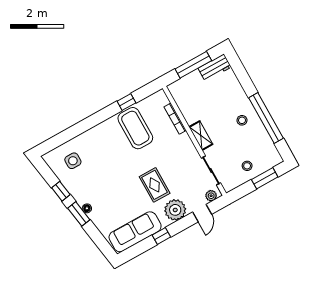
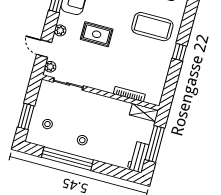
window: (126, 102) -> (179, 52), moved
coffee table: (135, 128) -> (152, 27), moved
shelving: (201, 136) -> (144, 113), moved
stool: (247, 166) -> (47, 124), moved
plant: (175, 210) -> (60, 30), width x0.53, depth x0.53

